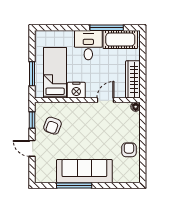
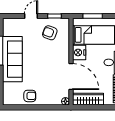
door: (105, 100) -> (71, 77), width x1.88

